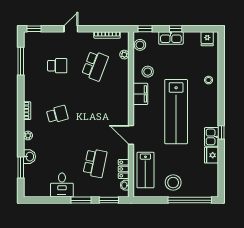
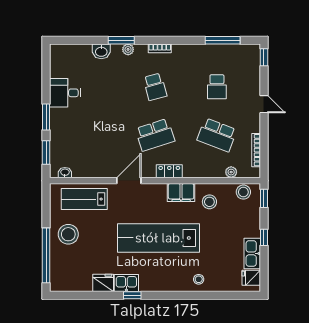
kitchen sink: (171, 38) -> (252, 253), moved
school desk: (95, 163) -> (155, 135), moved, turned -30
window: (21, 167) -> (121, 40), moved
locker: (124, 169) -> (169, 171), moved

